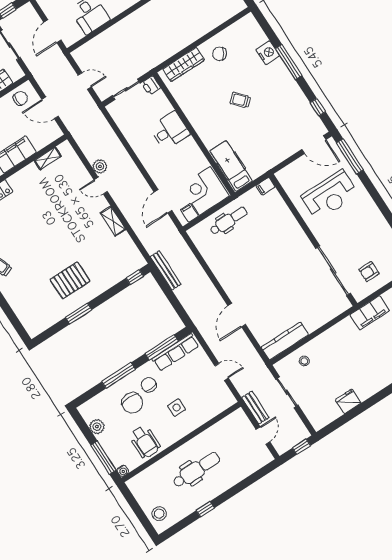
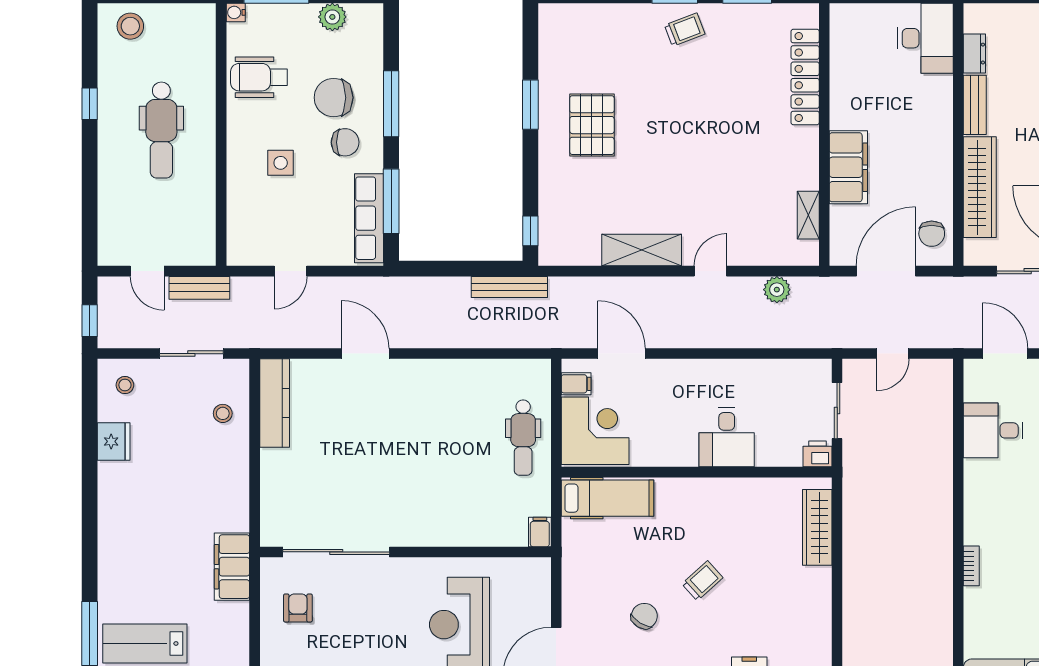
chair: (220, 54) -> (644, 616), moved
door: (50, 108) -> (886, 271), width x1.36
plant: (100, 166) -> (777, 290), moved
shelving: (113, 221) -> (642, 250), width x1.50, depth x1.33
stool: (320, 413) -> (125, 385), added

